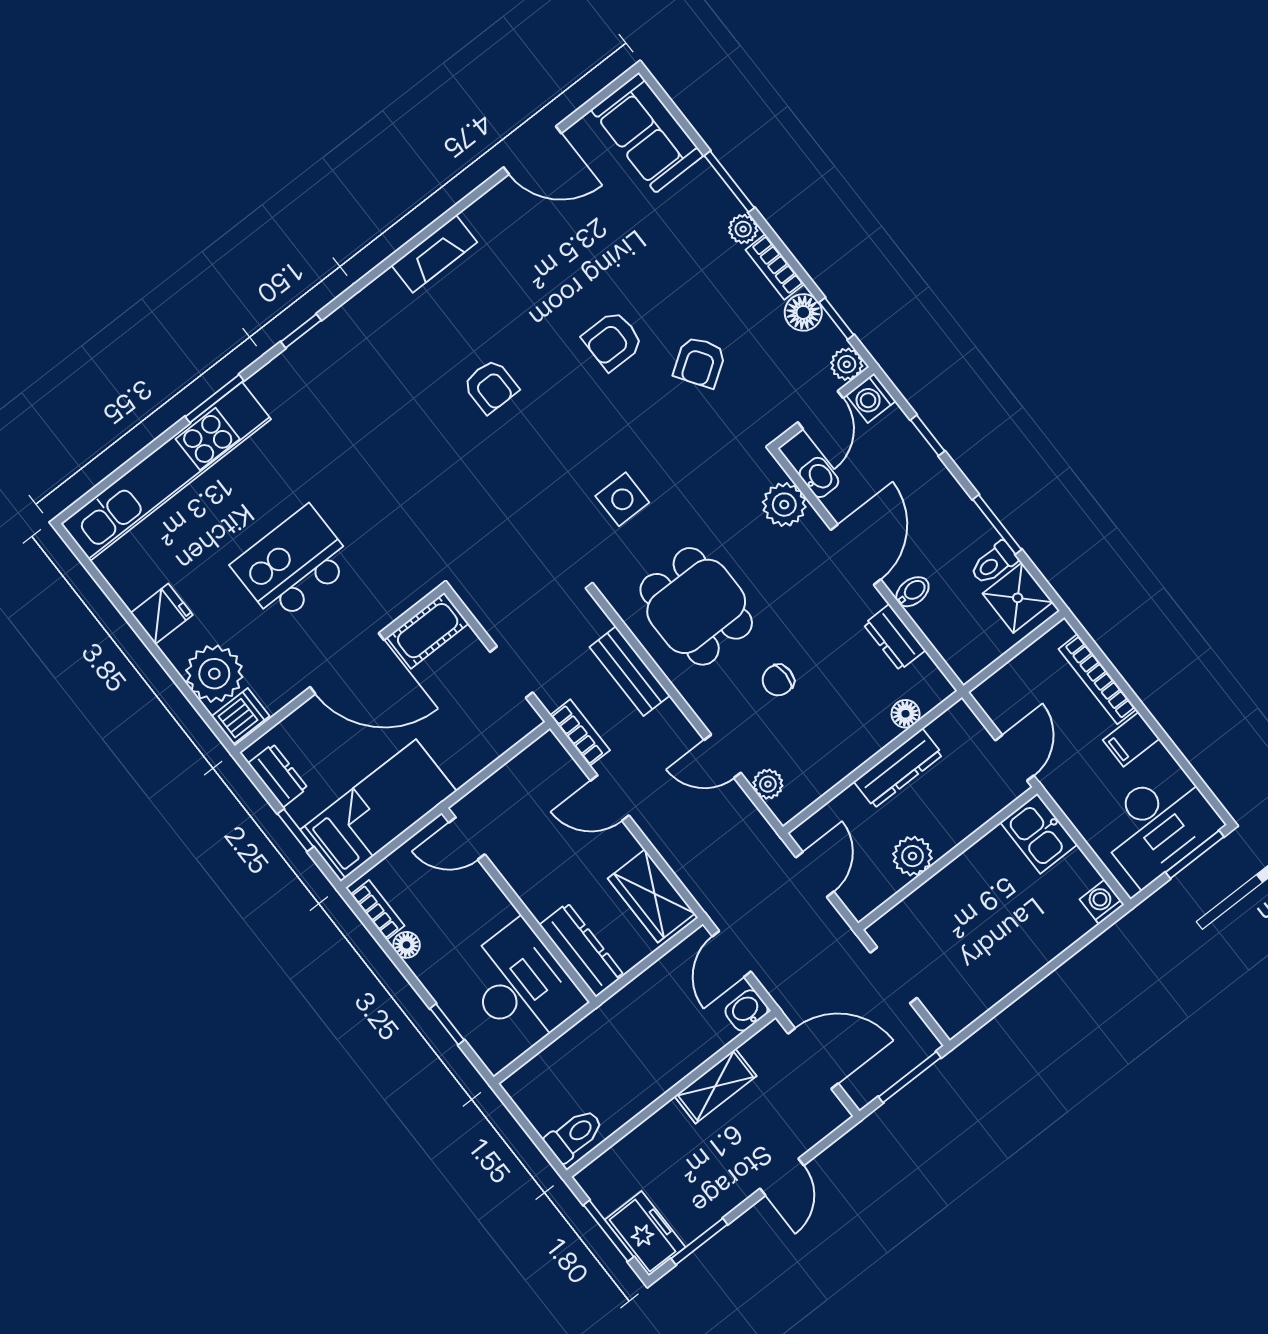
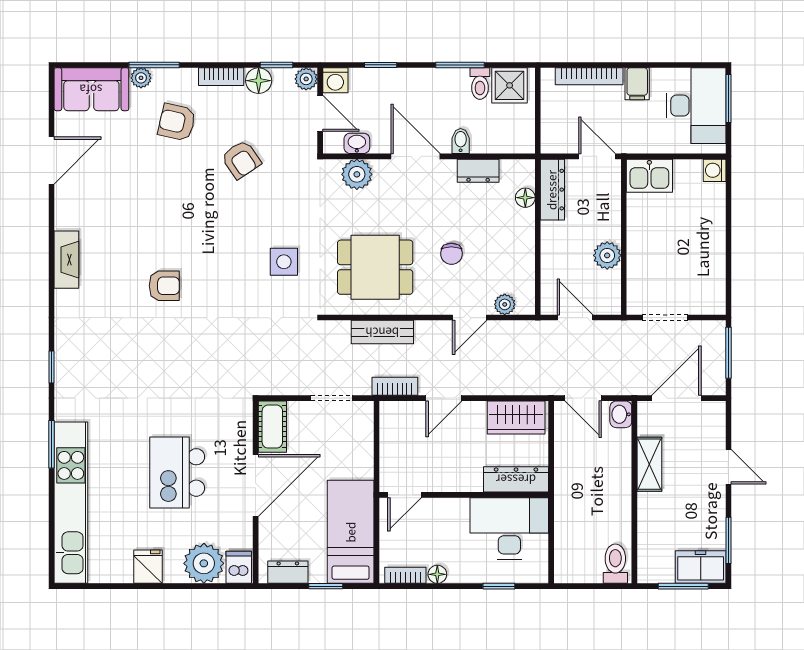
plant: (743, 229) -> (141, 78), moved
armchair: (613, 341) -> (177, 122), moved, turned 103
dresser: (898, 768) -> (552, 190), moved

